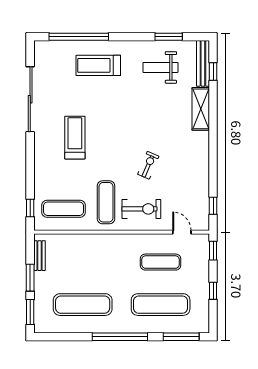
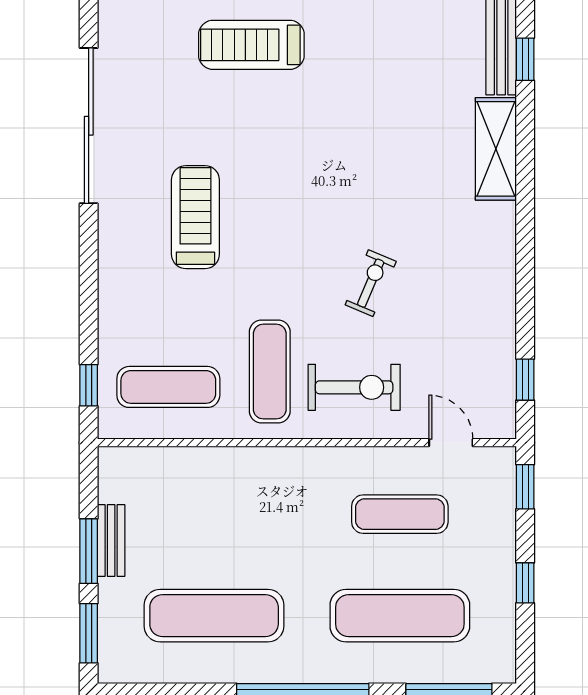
weight bench: (160, 67) -> (400, 50), removed
bench: (40, 256) -> (111, 541), moved

